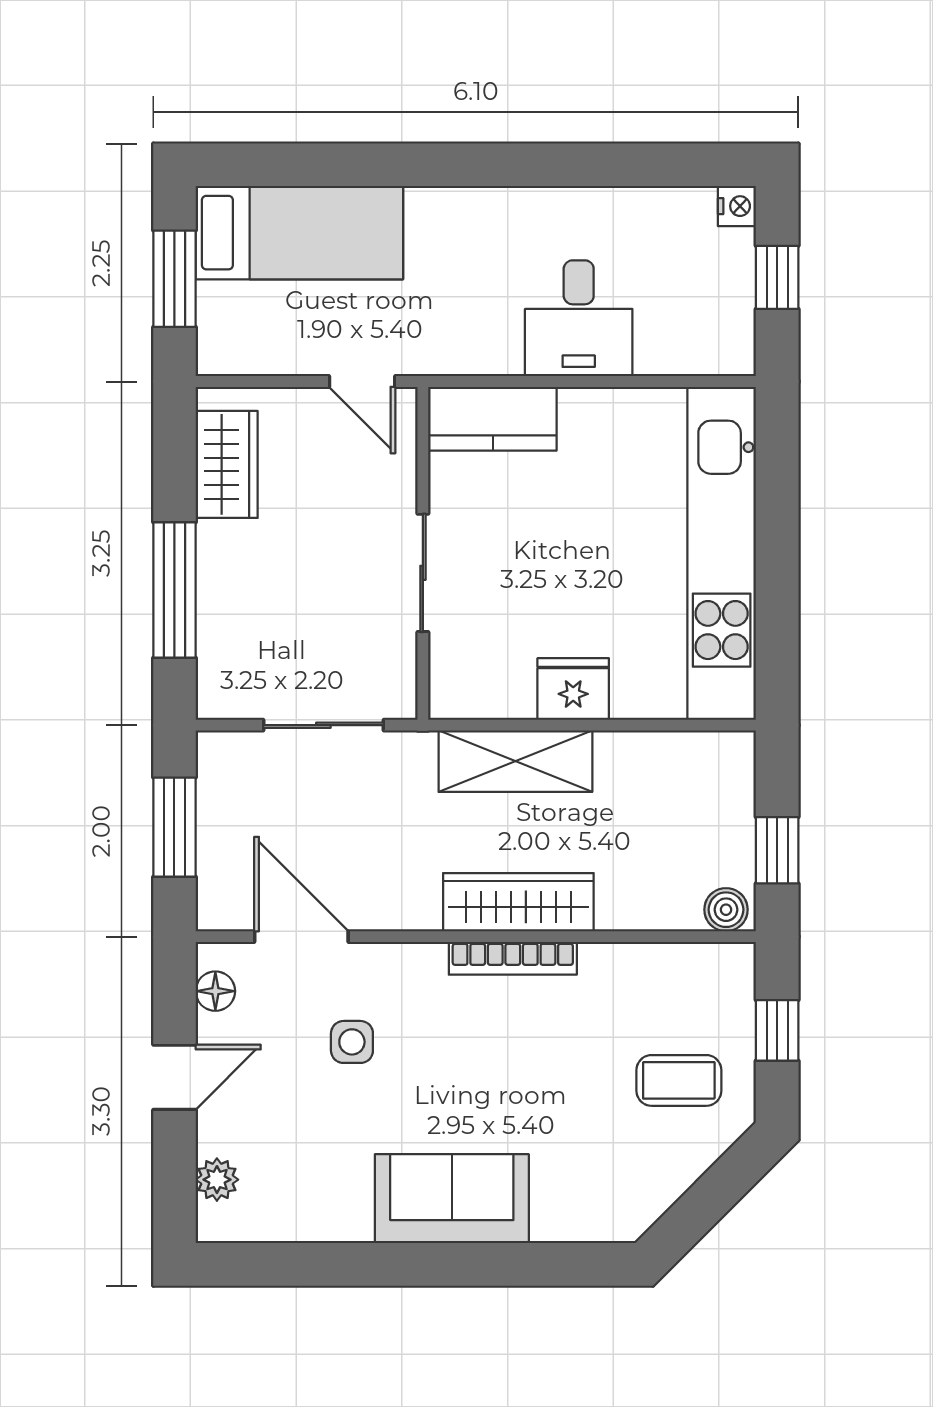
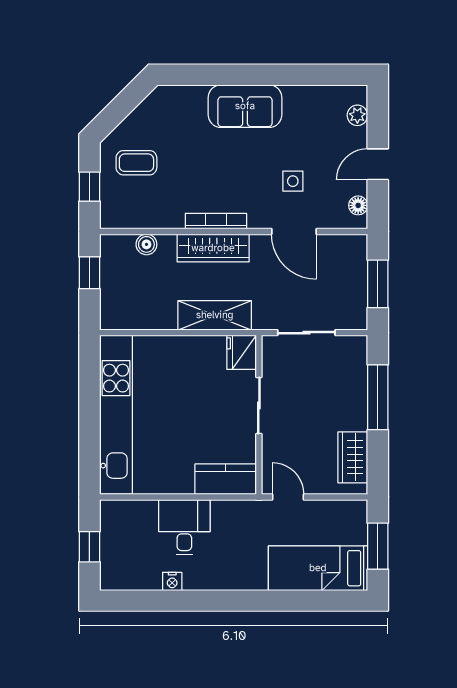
nightstand: (737, 206) -> (172, 581), moved, turned -90
fridge: (573, 689) -> (242, 352), moved, turned 90
boiler: (726, 910) -> (146, 244), moved
door: (301, 937) -> (294, 232), moved

